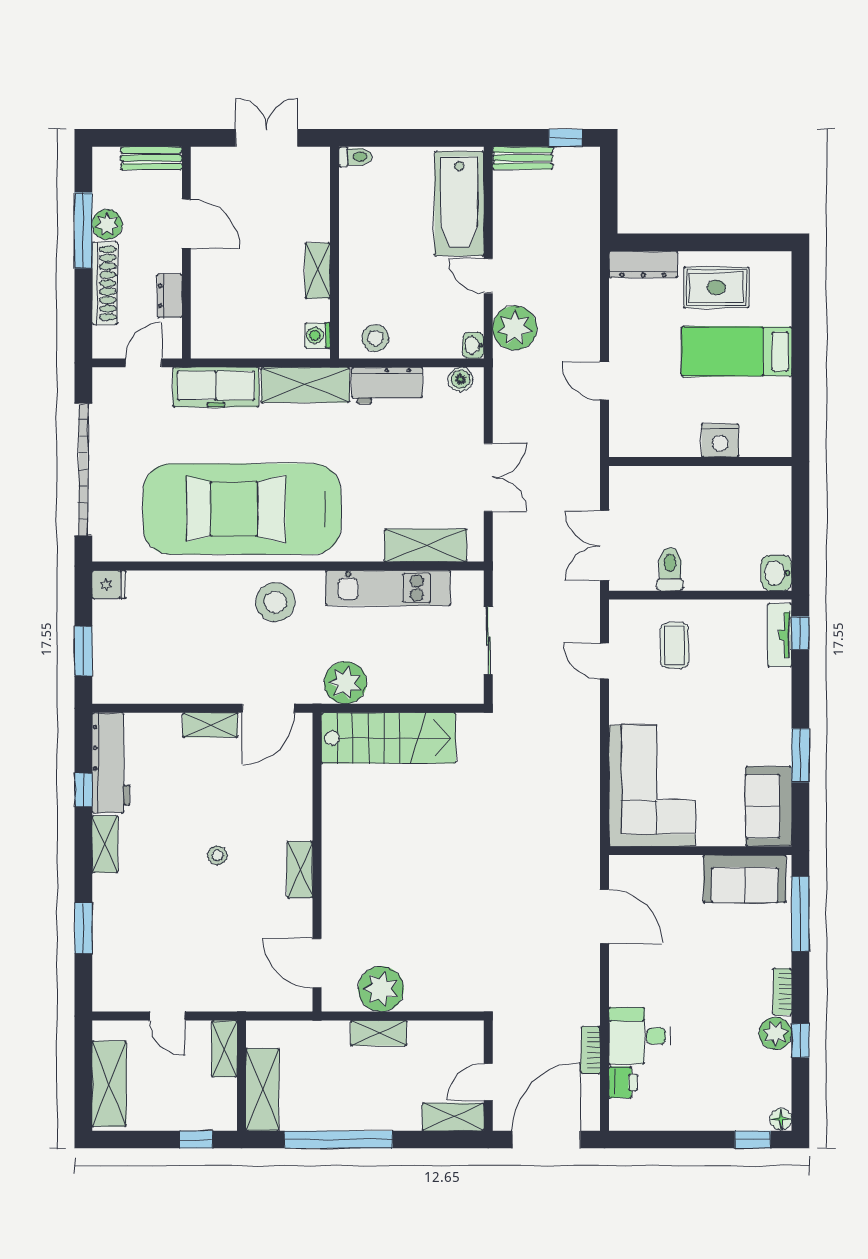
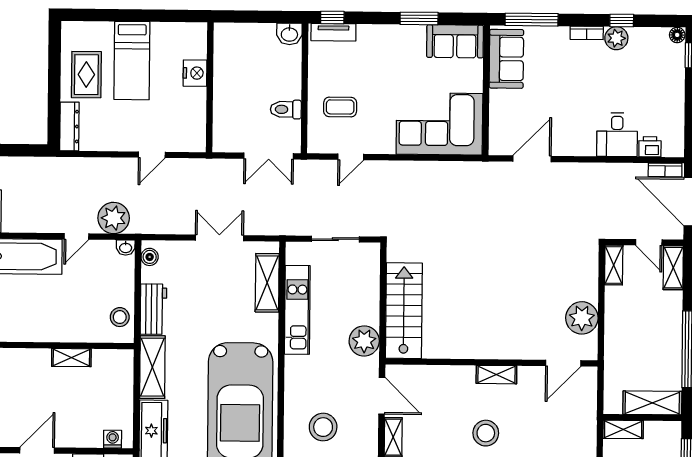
washing machine: (317, 335) -> (113, 439), moved, turned 180
stool: (275, 602) -> (323, 427), moved
stool: (217, 855) -> (486, 433), width x1.89, depth x1.89
shelving: (379, 1033) -> (614, 265), moved
bookcase: (591, 1050) -> (665, 170), moved

